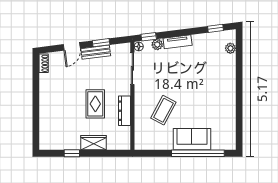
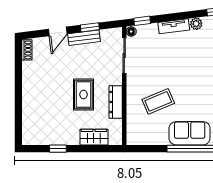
plant: (157, 45) -> (196, 24), moved
coffee table: (163, 110) -> (158, 101), turned 39
wardrobe: (94, 143) -> (94, 137), moved

